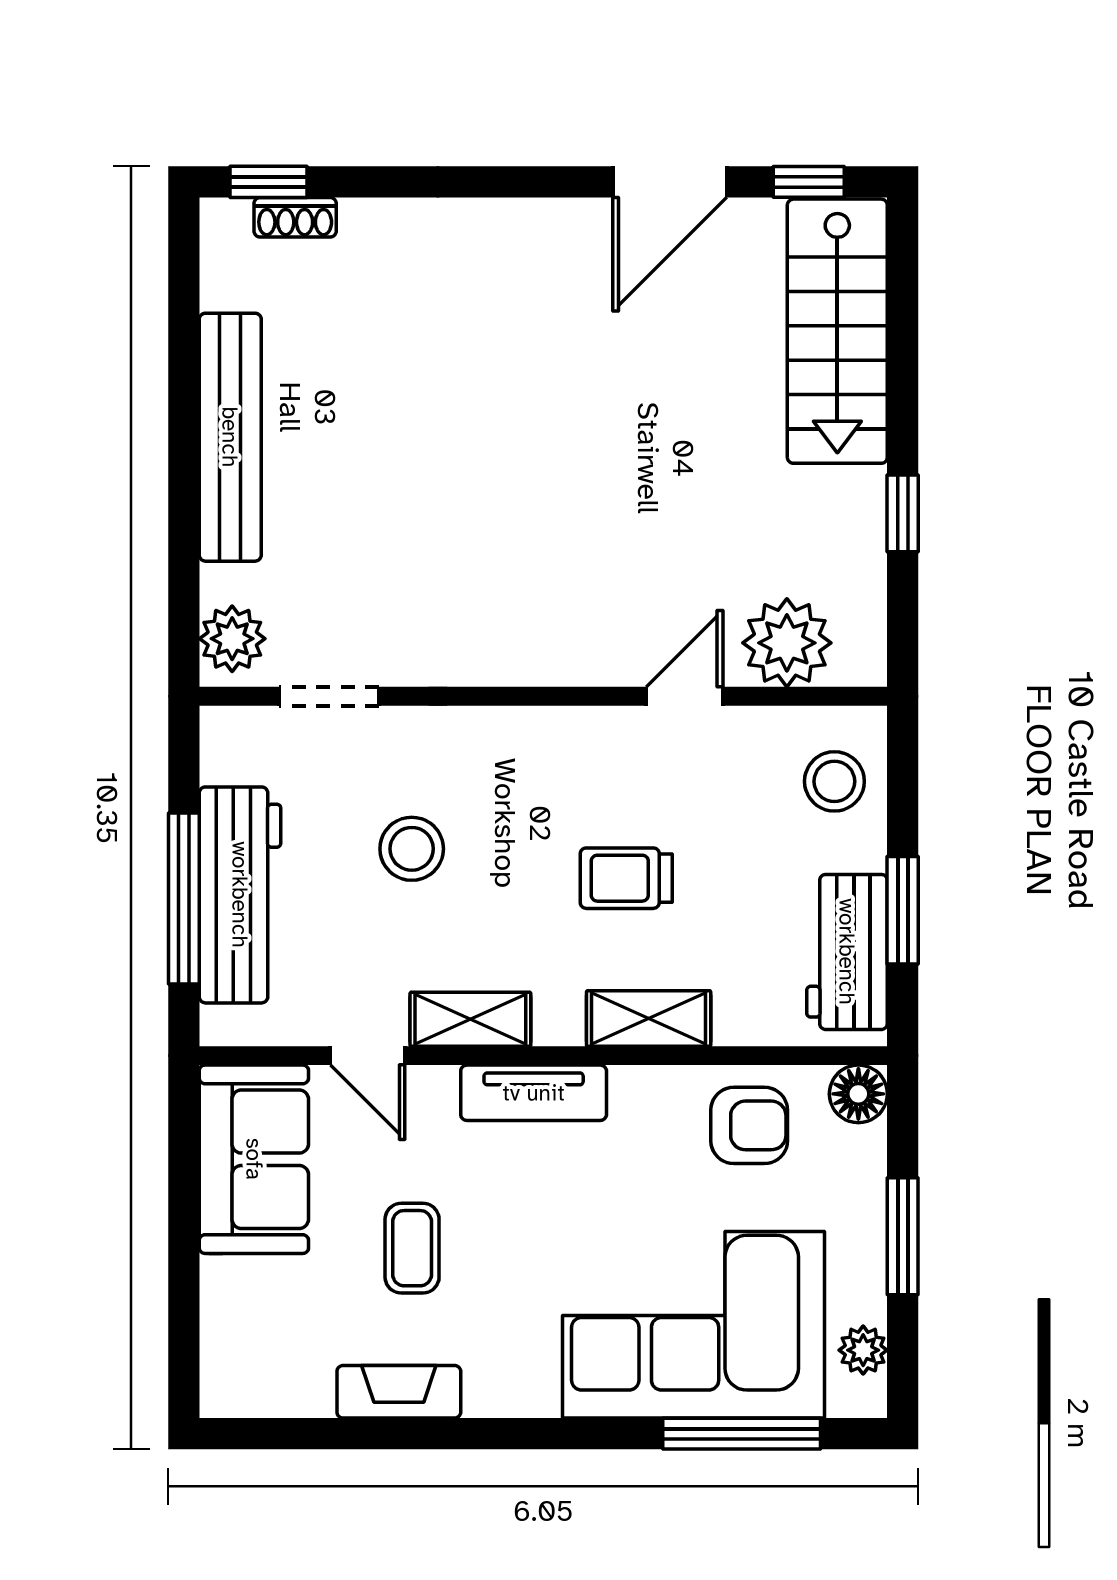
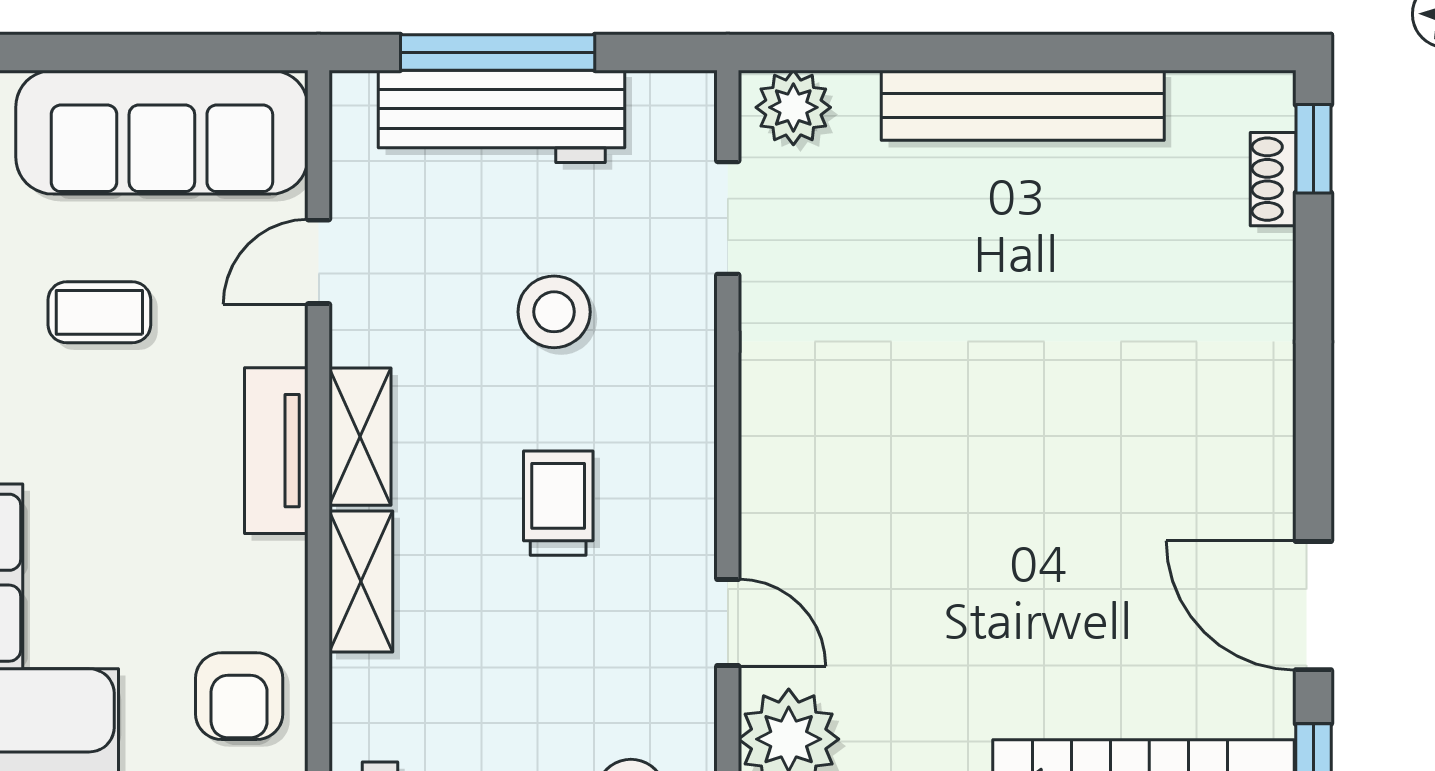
trolley: (626, 878) -> (558, 503), moved
shelving: (470, 1019) -> (360, 437), moved
sofa: (254, 1159) -> (162, 132), width x1.36

